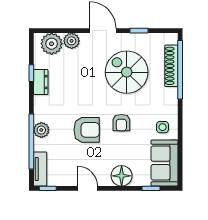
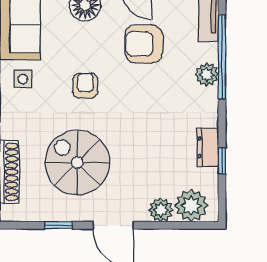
spiral stairs: (127, 72) -> (77, 162), turned 180
armchair: (87, 130) -> (144, 44), moved

